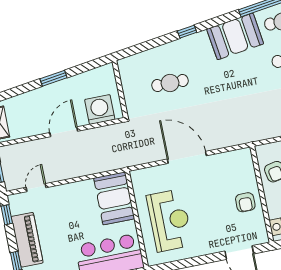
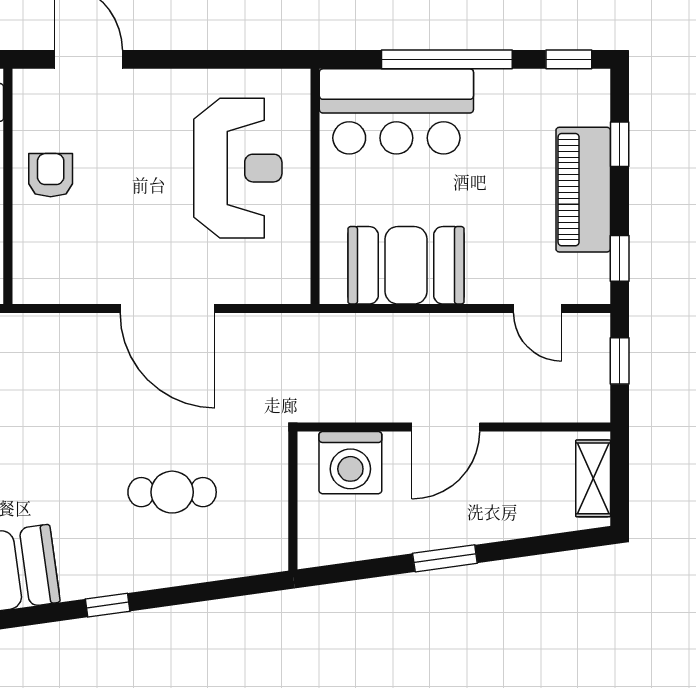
door: (36, 188) -> (537, 309), hinge flipped
booth: (114, 198) -> (406, 265), moved, turned 90
reception desk: (170, 220) -> (238, 168), turned 180

